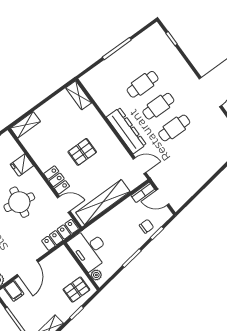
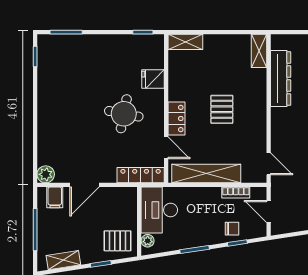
dresser: (126, 131) -> (281, 79), moved
pallet: (82, 152) -> (222, 109), turned 90
bookcase: (143, 192) -> (236, 193), moved

